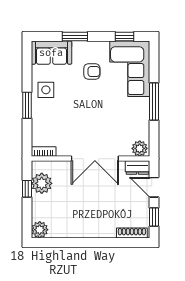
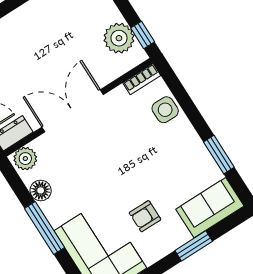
side table: (46, 90) -> (165, 110), moved
window: (27, 105) -> (219, 155), moved
floor lamp: (142, 125) -> (41, 190), added
window: (27, 189) -> (143, 35), moved

